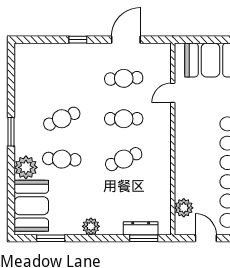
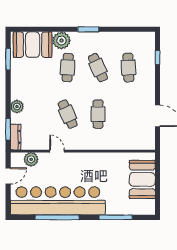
window: (78, 40) -> (158, 58), moved
cafe table: (124, 78) -> (128, 68), moved
door: (173, 93) -> (57, 151), moved
plant: (91, 226) -> (17, 106), moved
dresser: (141, 228) -> (16, 137), moved

